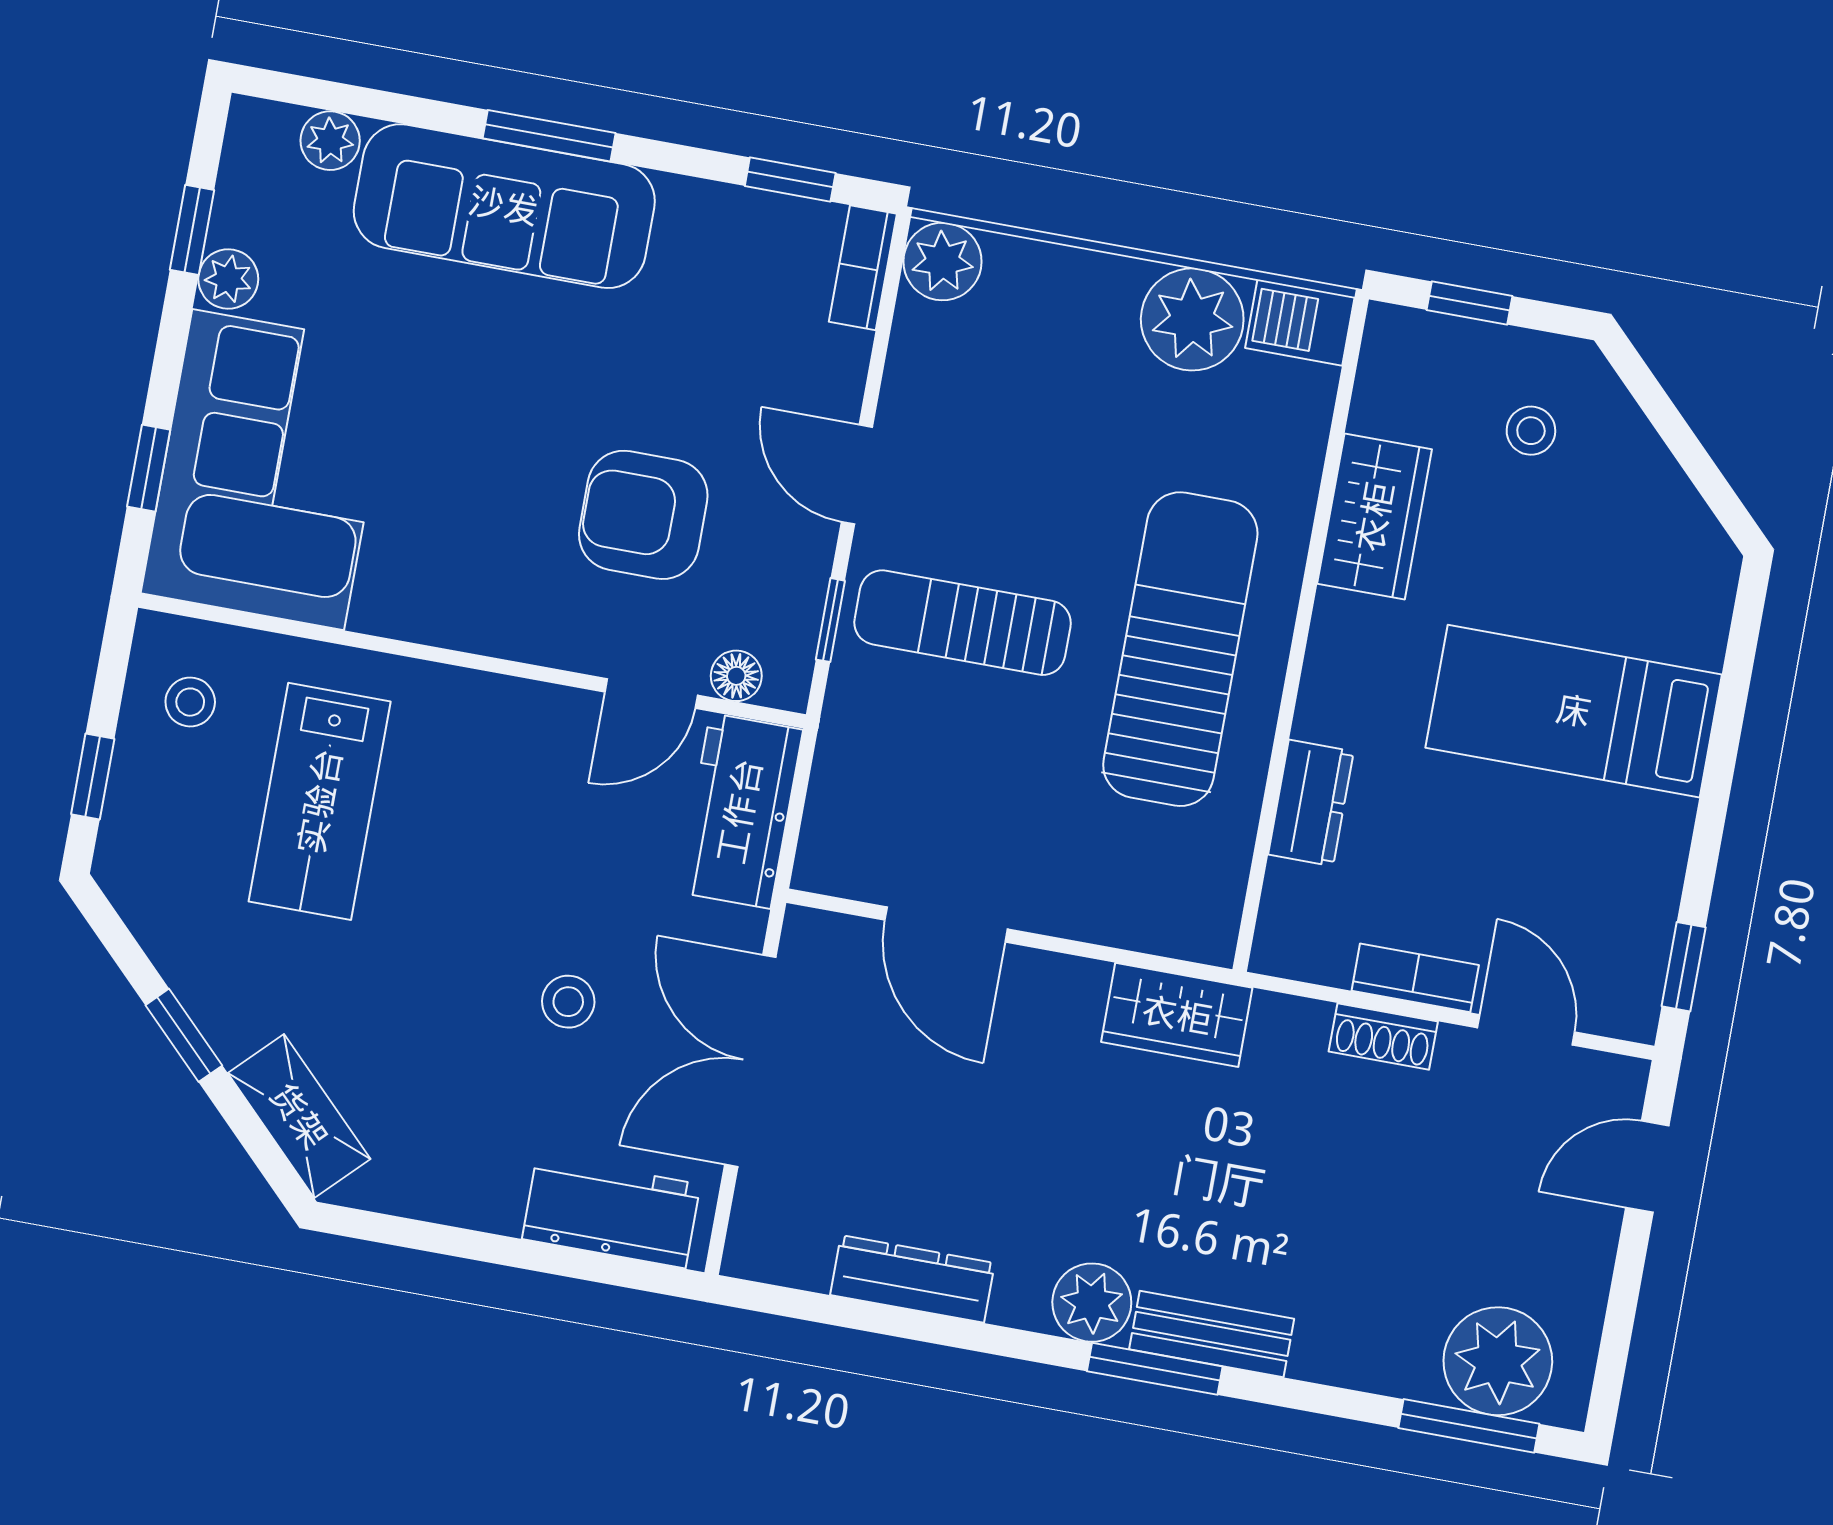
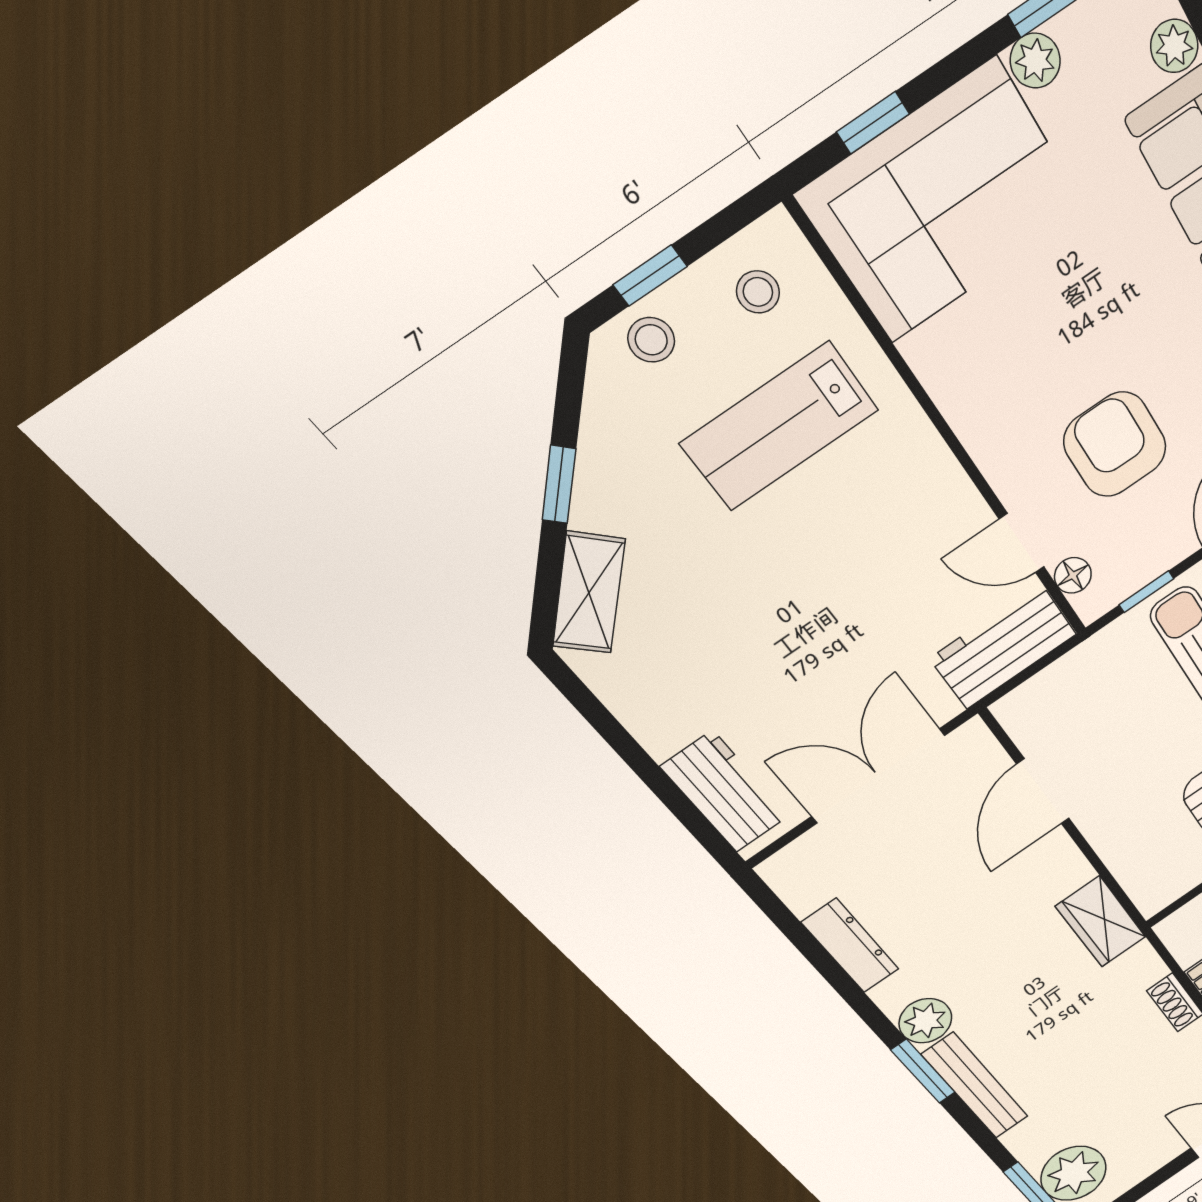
stool: (568, 1002) -> (651, 340), moved
bench: (1212, 1334) -> (975, 1086), width x1.36

